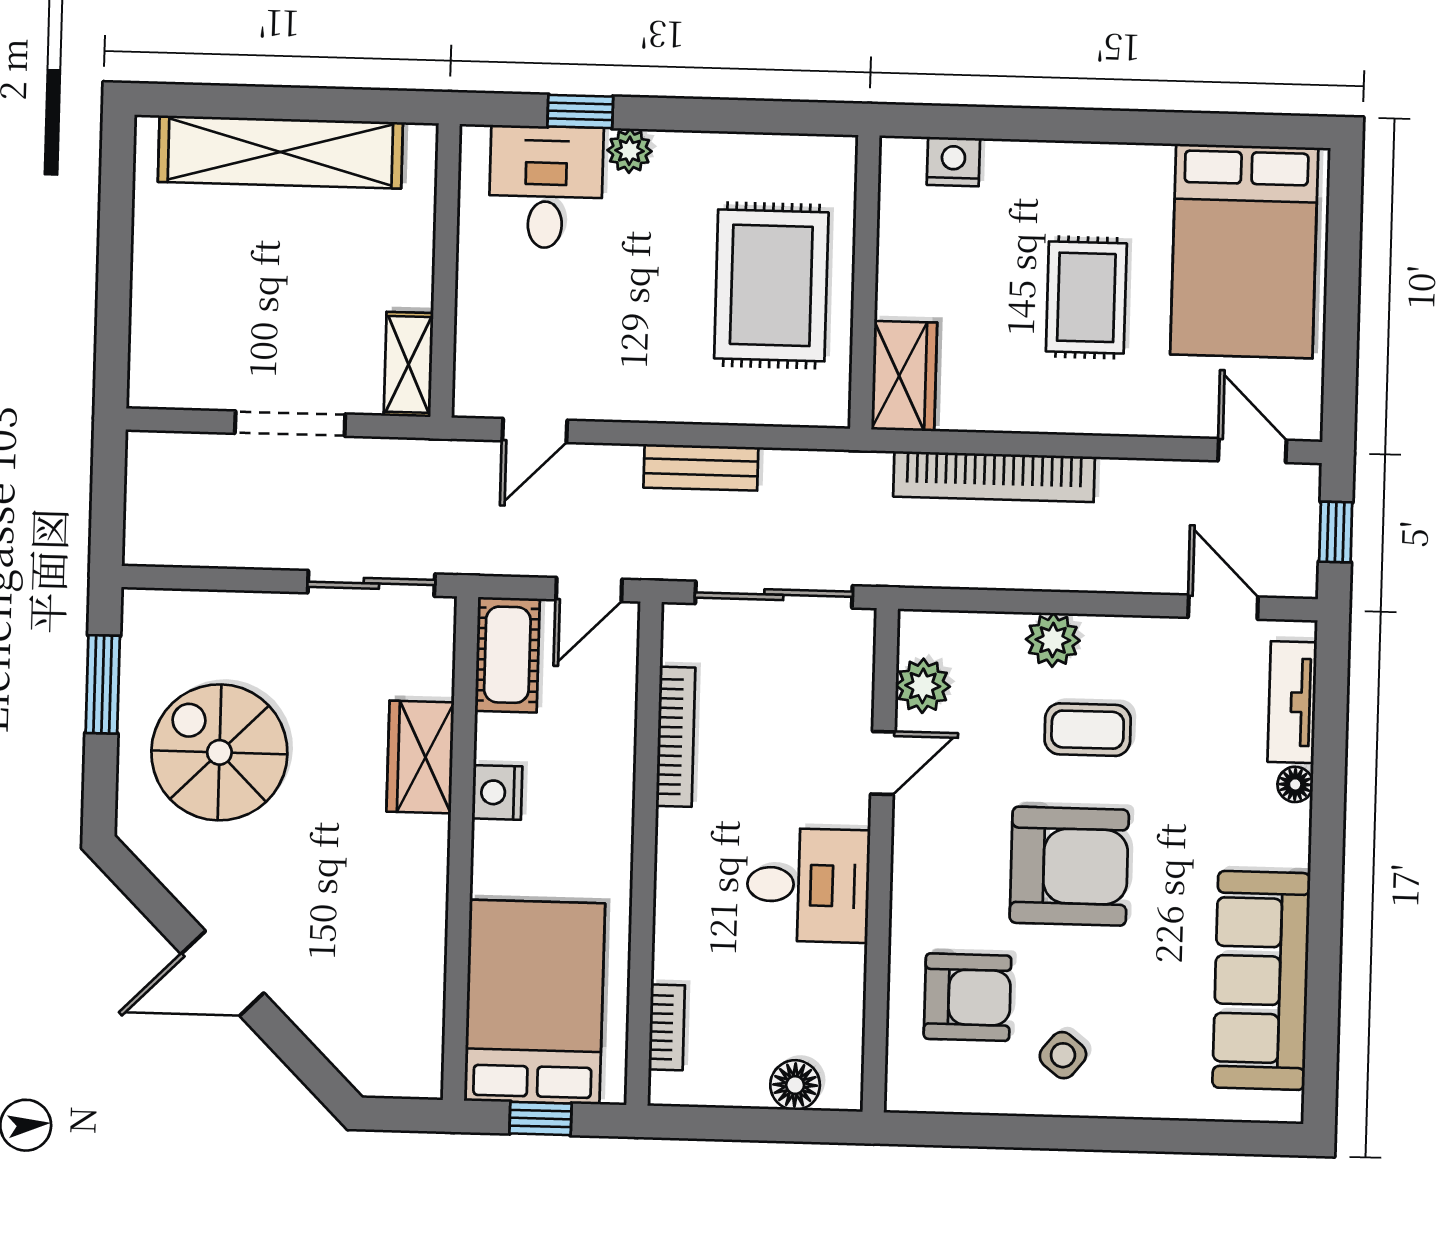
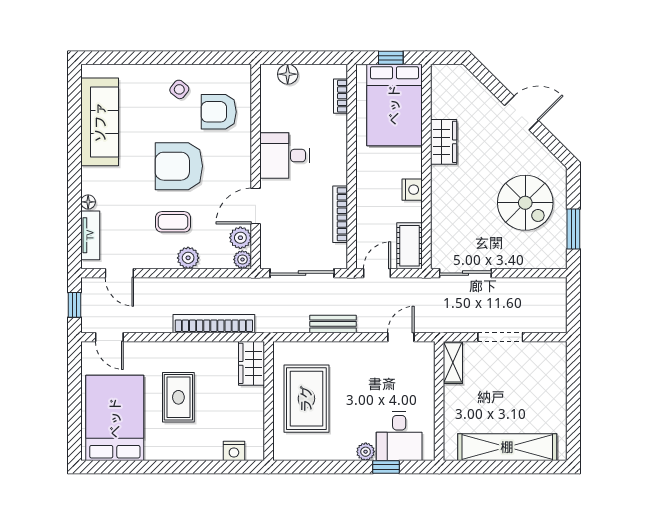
plant: (919, 632) -> (242, 259), added
wardrobe: (420, 757) -> (444, 142), moved
door: (883, 763) -> (256, 206), width x1.38

